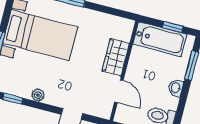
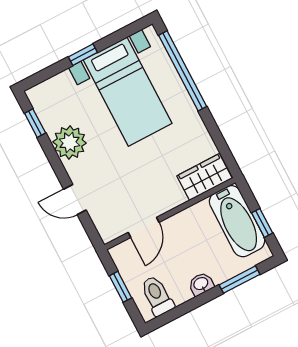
wardrobe: (116, 57) -> (205, 177), moved
plant: (38, 95) -> (70, 142), width x1.88, depth x1.88

